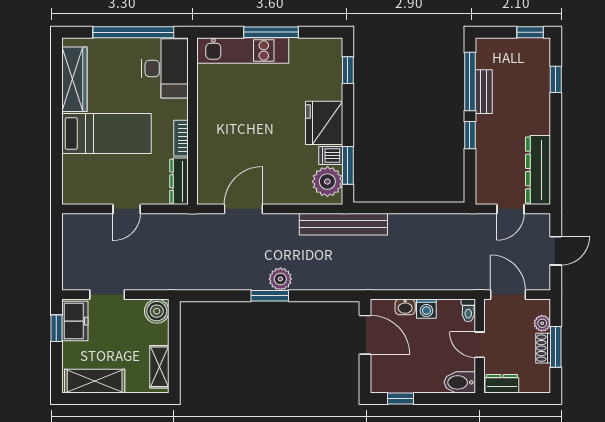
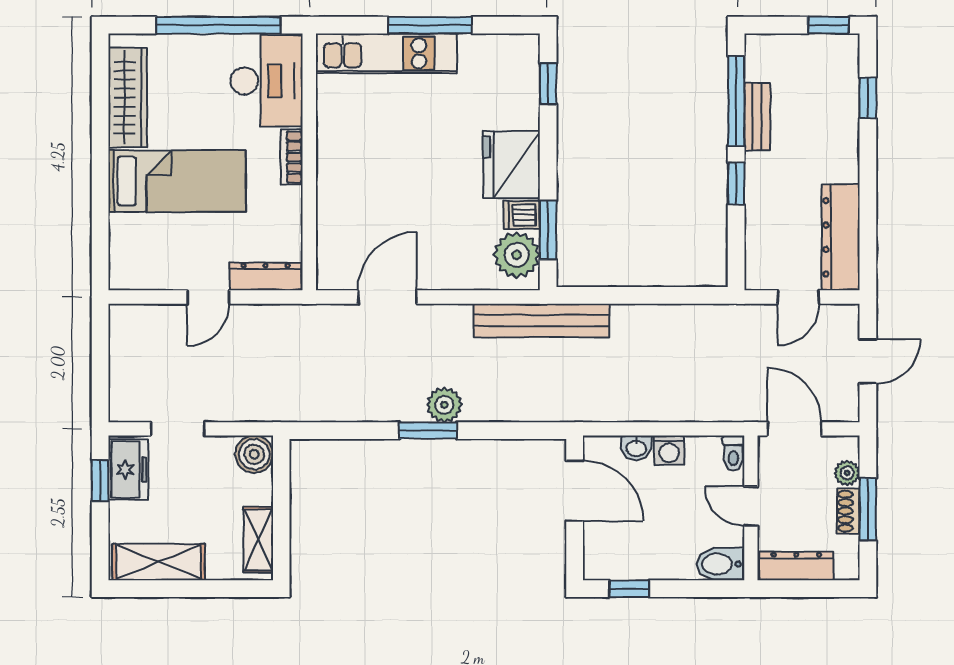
bookcase: (181, 138) -> (292, 157), moved
dresser: (179, 181) -> (265, 276), moved, turned 90
dresser: (502, 384) -> (796, 566), width x1.44

